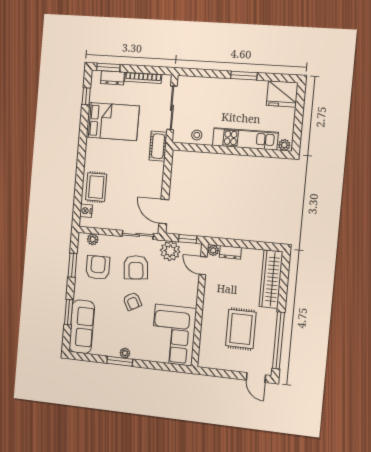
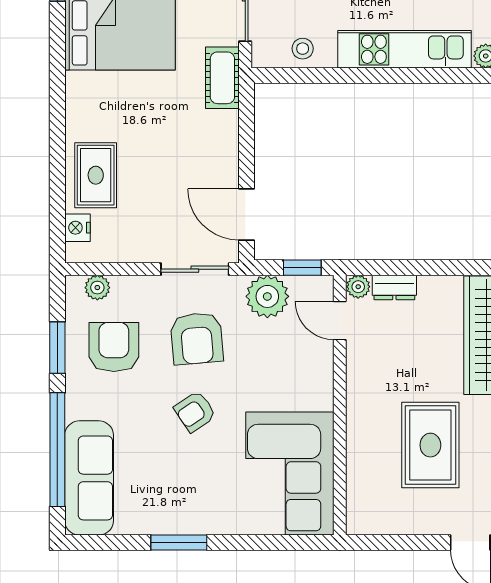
armchair: (132, 301) -> (195, 412), turned 84
window: (69, 312) -> (57, 450), width x2.11
plant: (125, 353) -> (189, 524), removed

